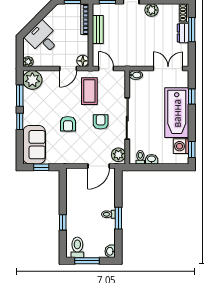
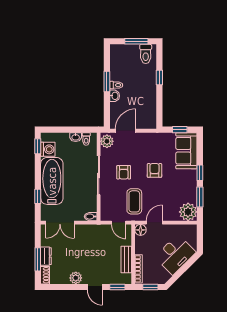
desk: (43, 38) -> (175, 255), width x1.37
plant: (28, 62) -> (192, 229), removed
washbasin: (110, 251) -> (115, 96), moved

